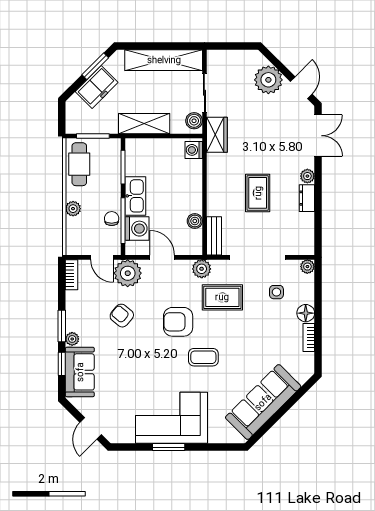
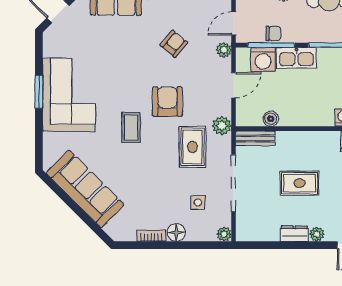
plant: (128, 273) -> (224, 50), width x0.53, depth x0.53

